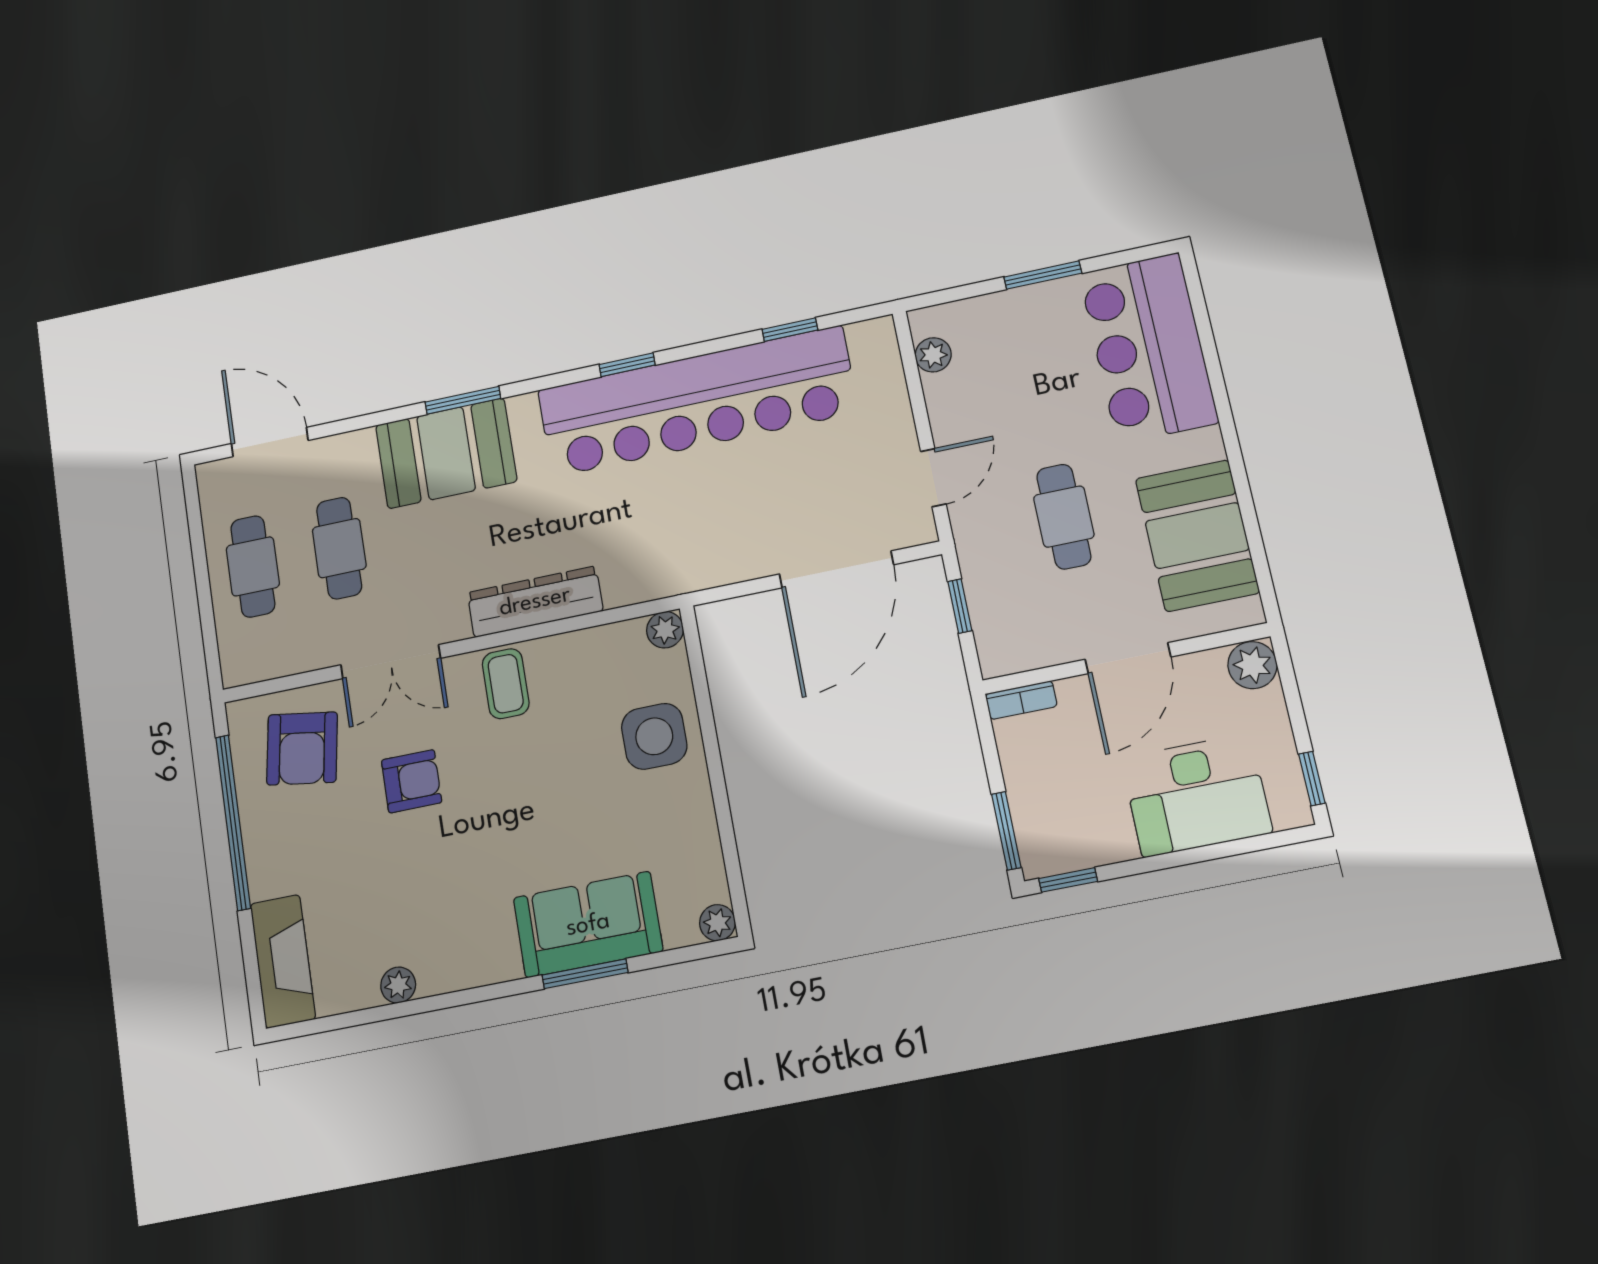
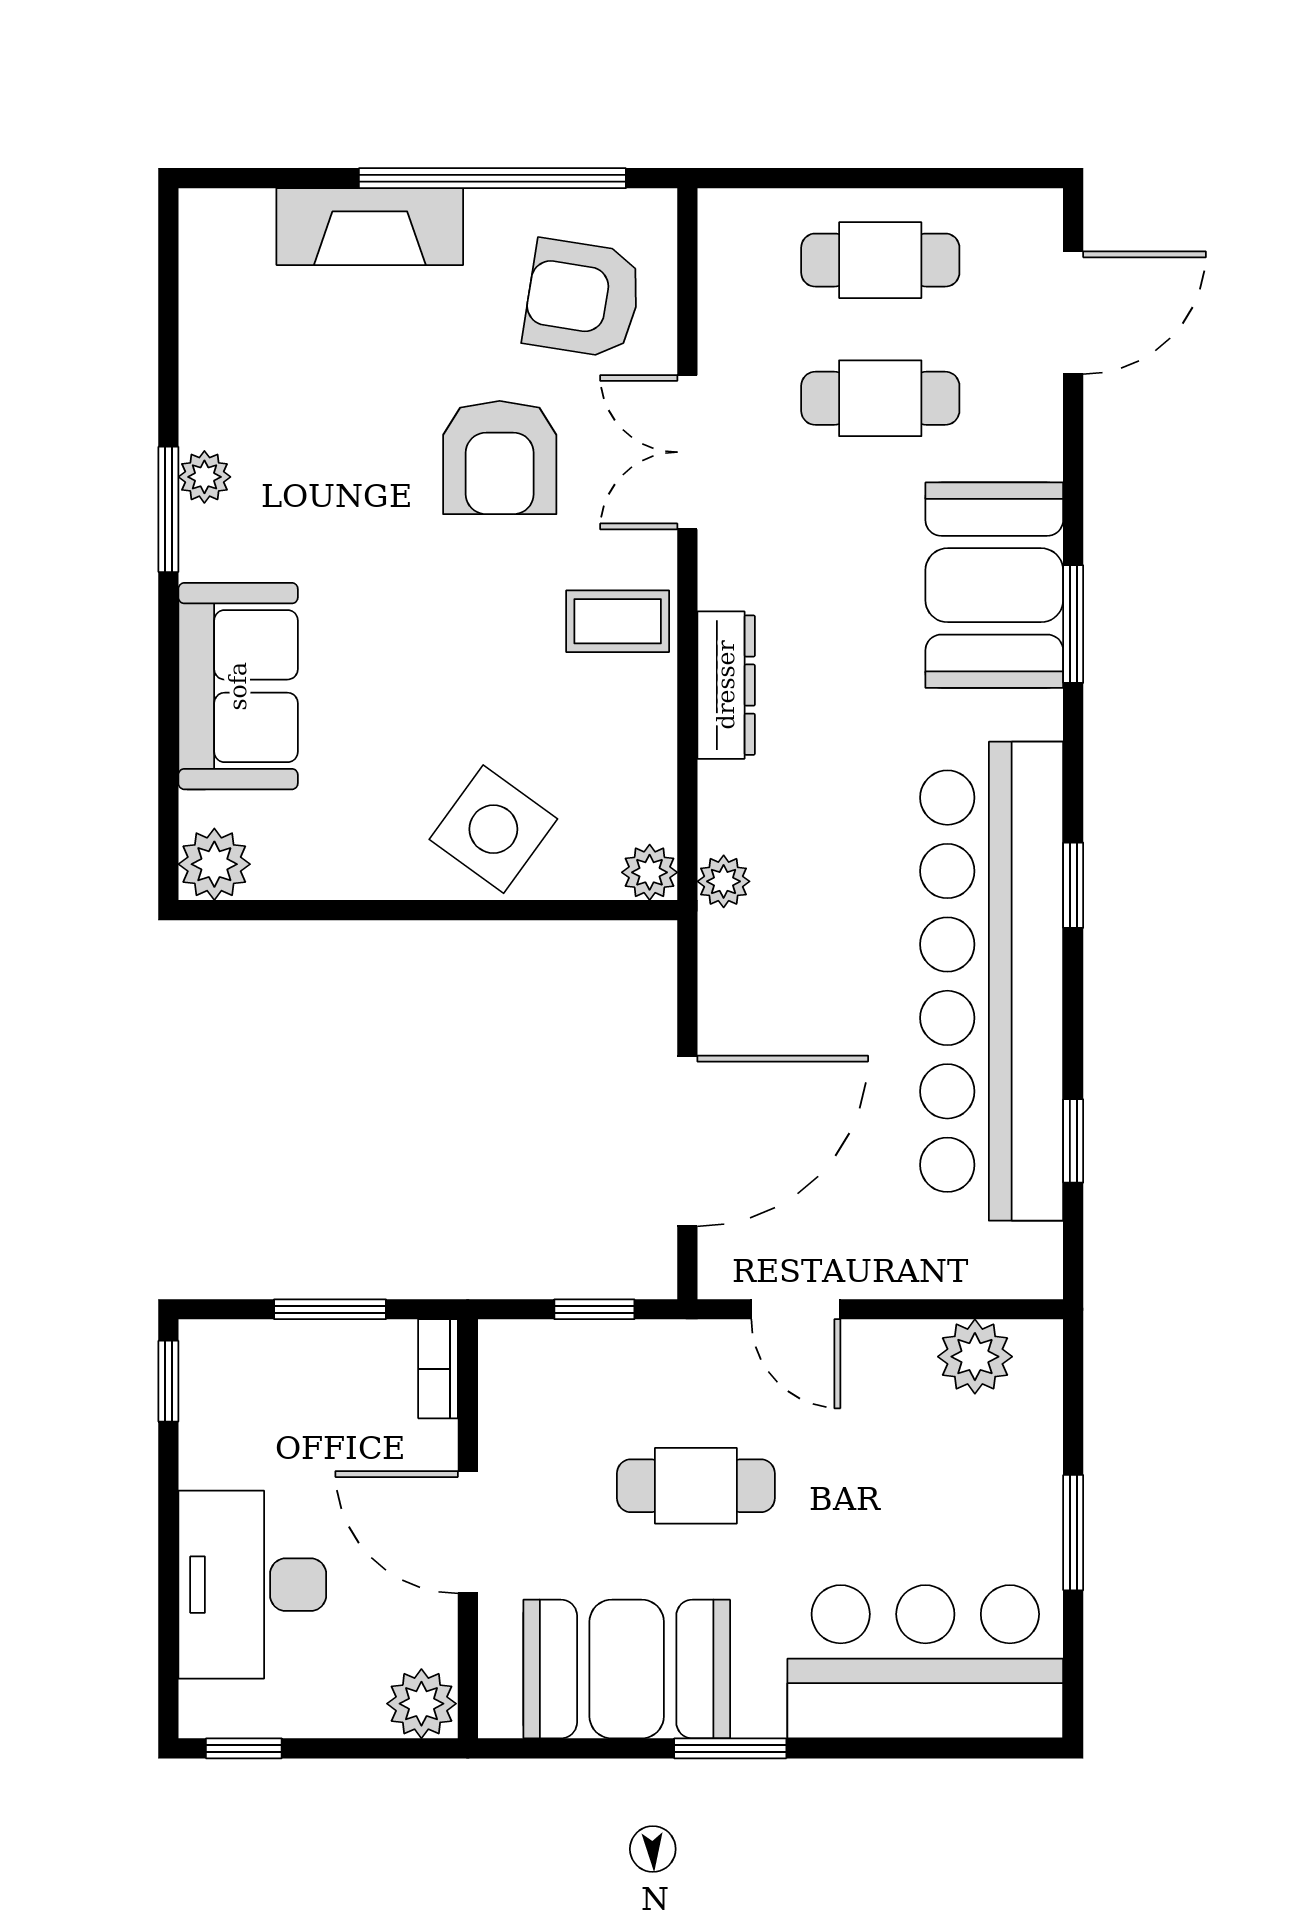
plant: (933, 355) -> (975, 1357), width x1.38, depth x1.38
window: (1235, 458) -> (730, 1748), added
door: (836, 569) -> (687, 1141), swing flipped
plant: (663, 581) -> (724, 881), added
dresser: (535, 602) -> (726, 685), width x0.73, depth x0.80
side table: (654, 736) -> (493, 829), turned 36
armchair: (412, 781) -> (500, 458), width x1.38, depth x1.38
window: (1006, 831) -> (330, 1309), moved
plant: (717, 923) -> (214, 864), width x1.38, depth x1.38
fireplace: (283, 961) -> (370, 227), moved
window: (585, 974) -> (168, 509), moved
plant: (398, 985) -> (204, 477), moved

